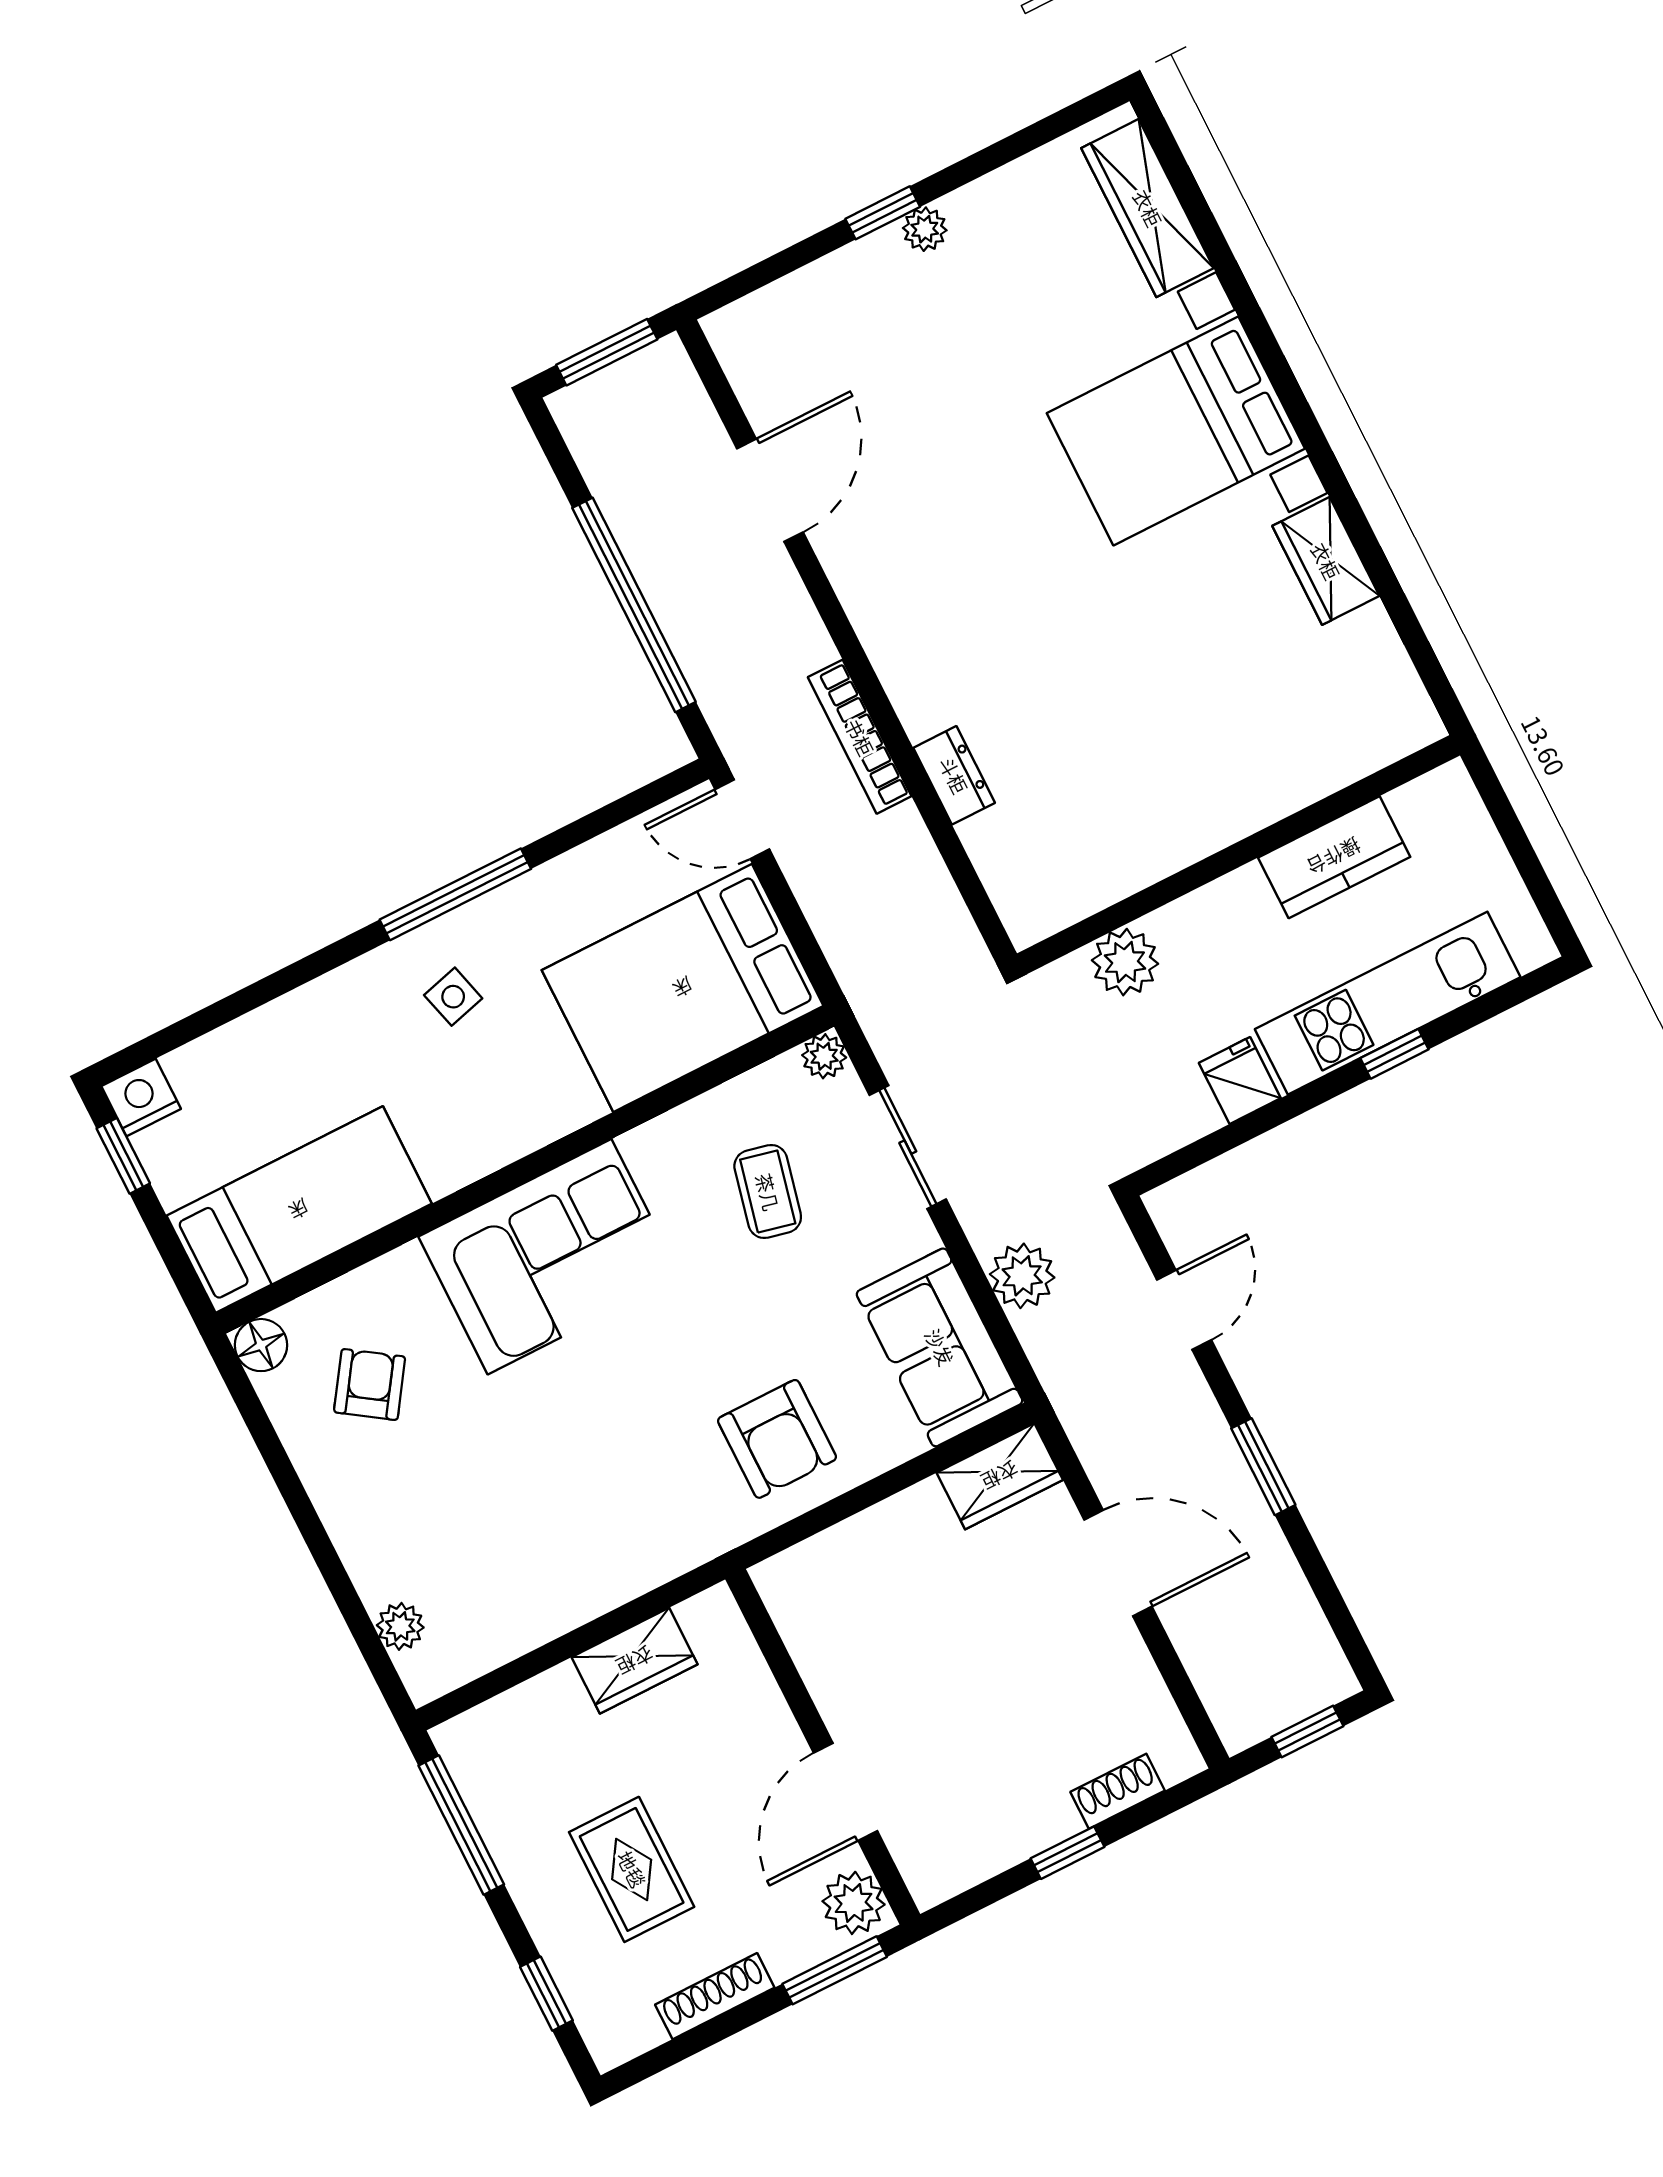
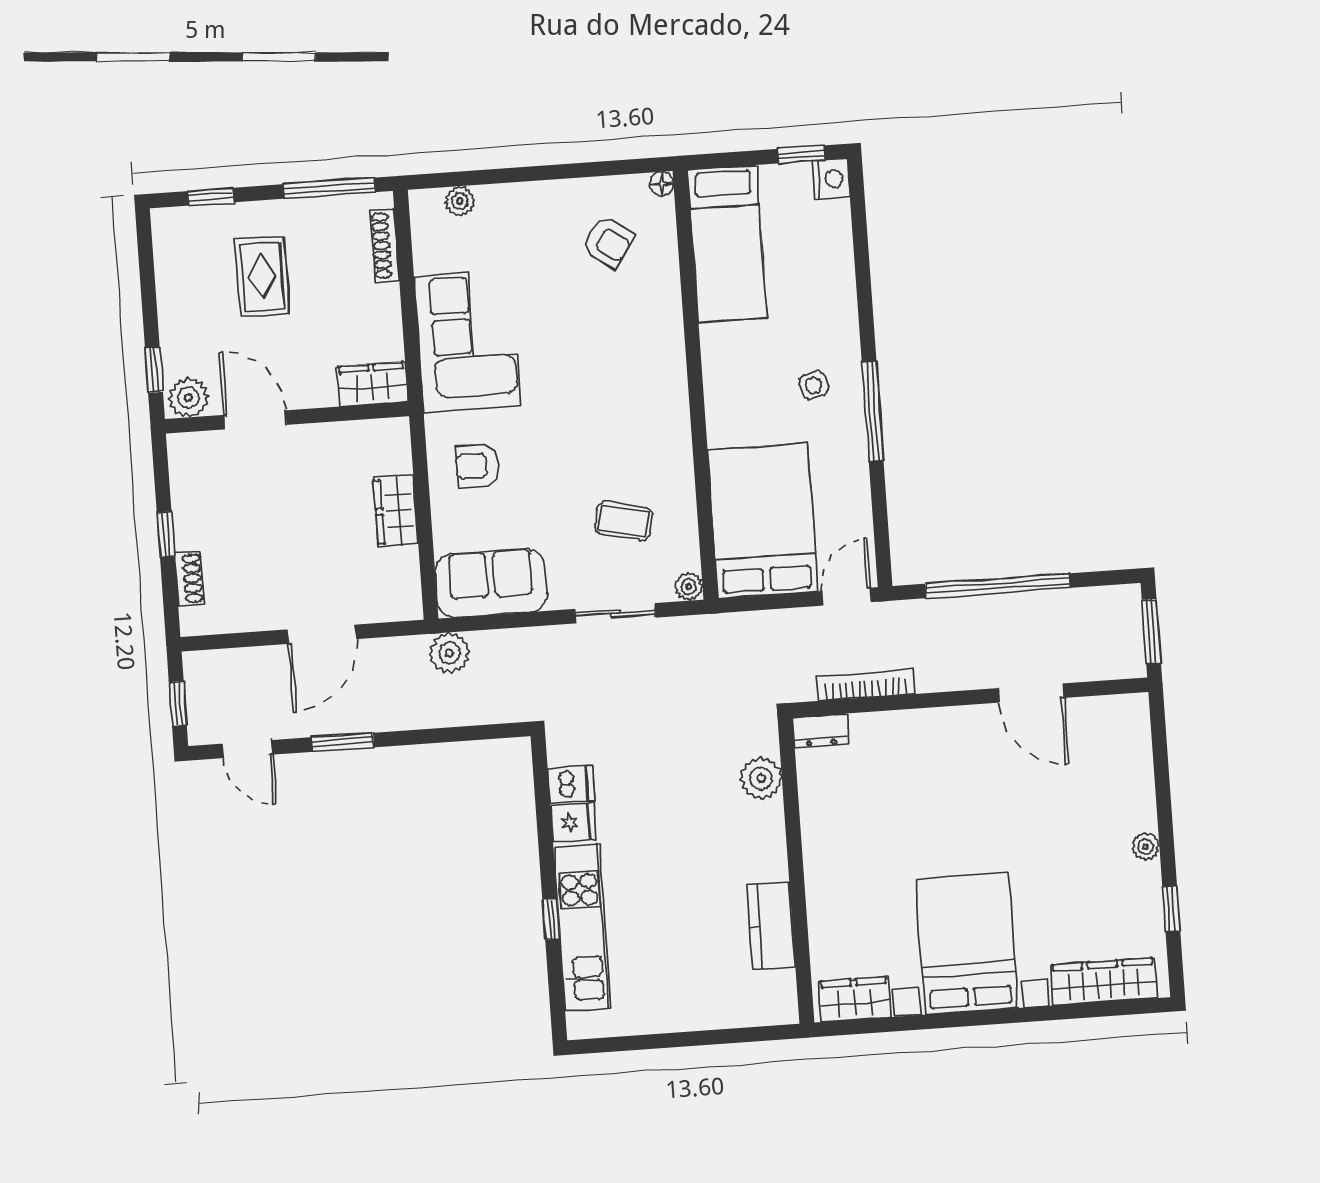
window: (883, 213) -> (1171, 909), moved
wall: (1239, 854) -> (796, 871), moved
kitchen counter: (1334, 857) -> (771, 925), moved
plant: (1125, 962) -> (761, 778), moved
dishwasher: (1185, 1107) -> (571, 784), added
corner sofa: (550, 1257) -> (467, 341), moved, turned 180
plant: (1022, 1276) -> (450, 653), moved
door: (1184, 1310) -> (247, 749), moved
floor lamp: (261, 1345) -> (662, 184), width x0.73, depth x0.73
armchair: (777, 1439) -> (477, 466), width x0.72, depth x0.72
wardrobe: (1000, 1476) -> (396, 511), moved
wardrobe: (635, 1661) -> (372, 384), moved, turned 90
rug: (632, 1869) -> (262, 277), turned 90
window: (835, 1970) -> (154, 370), width x0.67
shoe rack: (715, 1996) -> (385, 245), moved, turned 180

